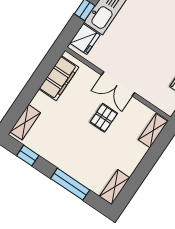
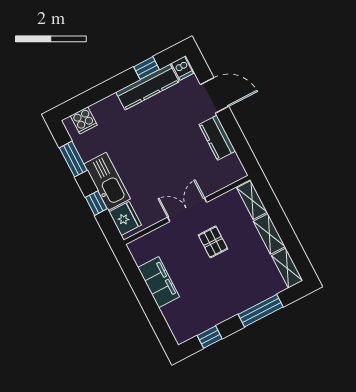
filing cabinet: (59, 78) -> (159, 282), moved
double door: (118, 84) -> (187, 210), swing flipped
shelving: (25, 122) -> (269, 234), moved

